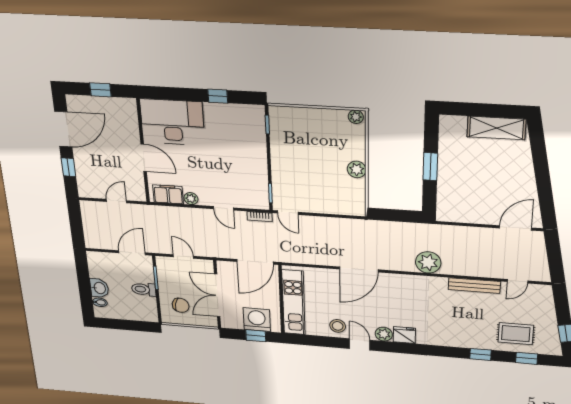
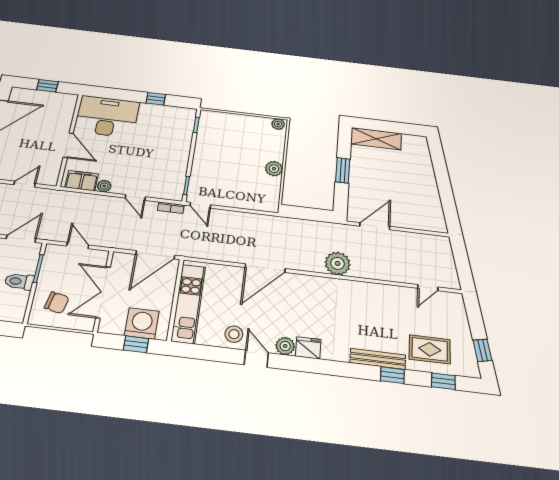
shelving: (496, 128) -> (376, 139), moved
door: (515, 228) -> (375, 226), moved
bench: (474, 286) -> (378, 359), moved

